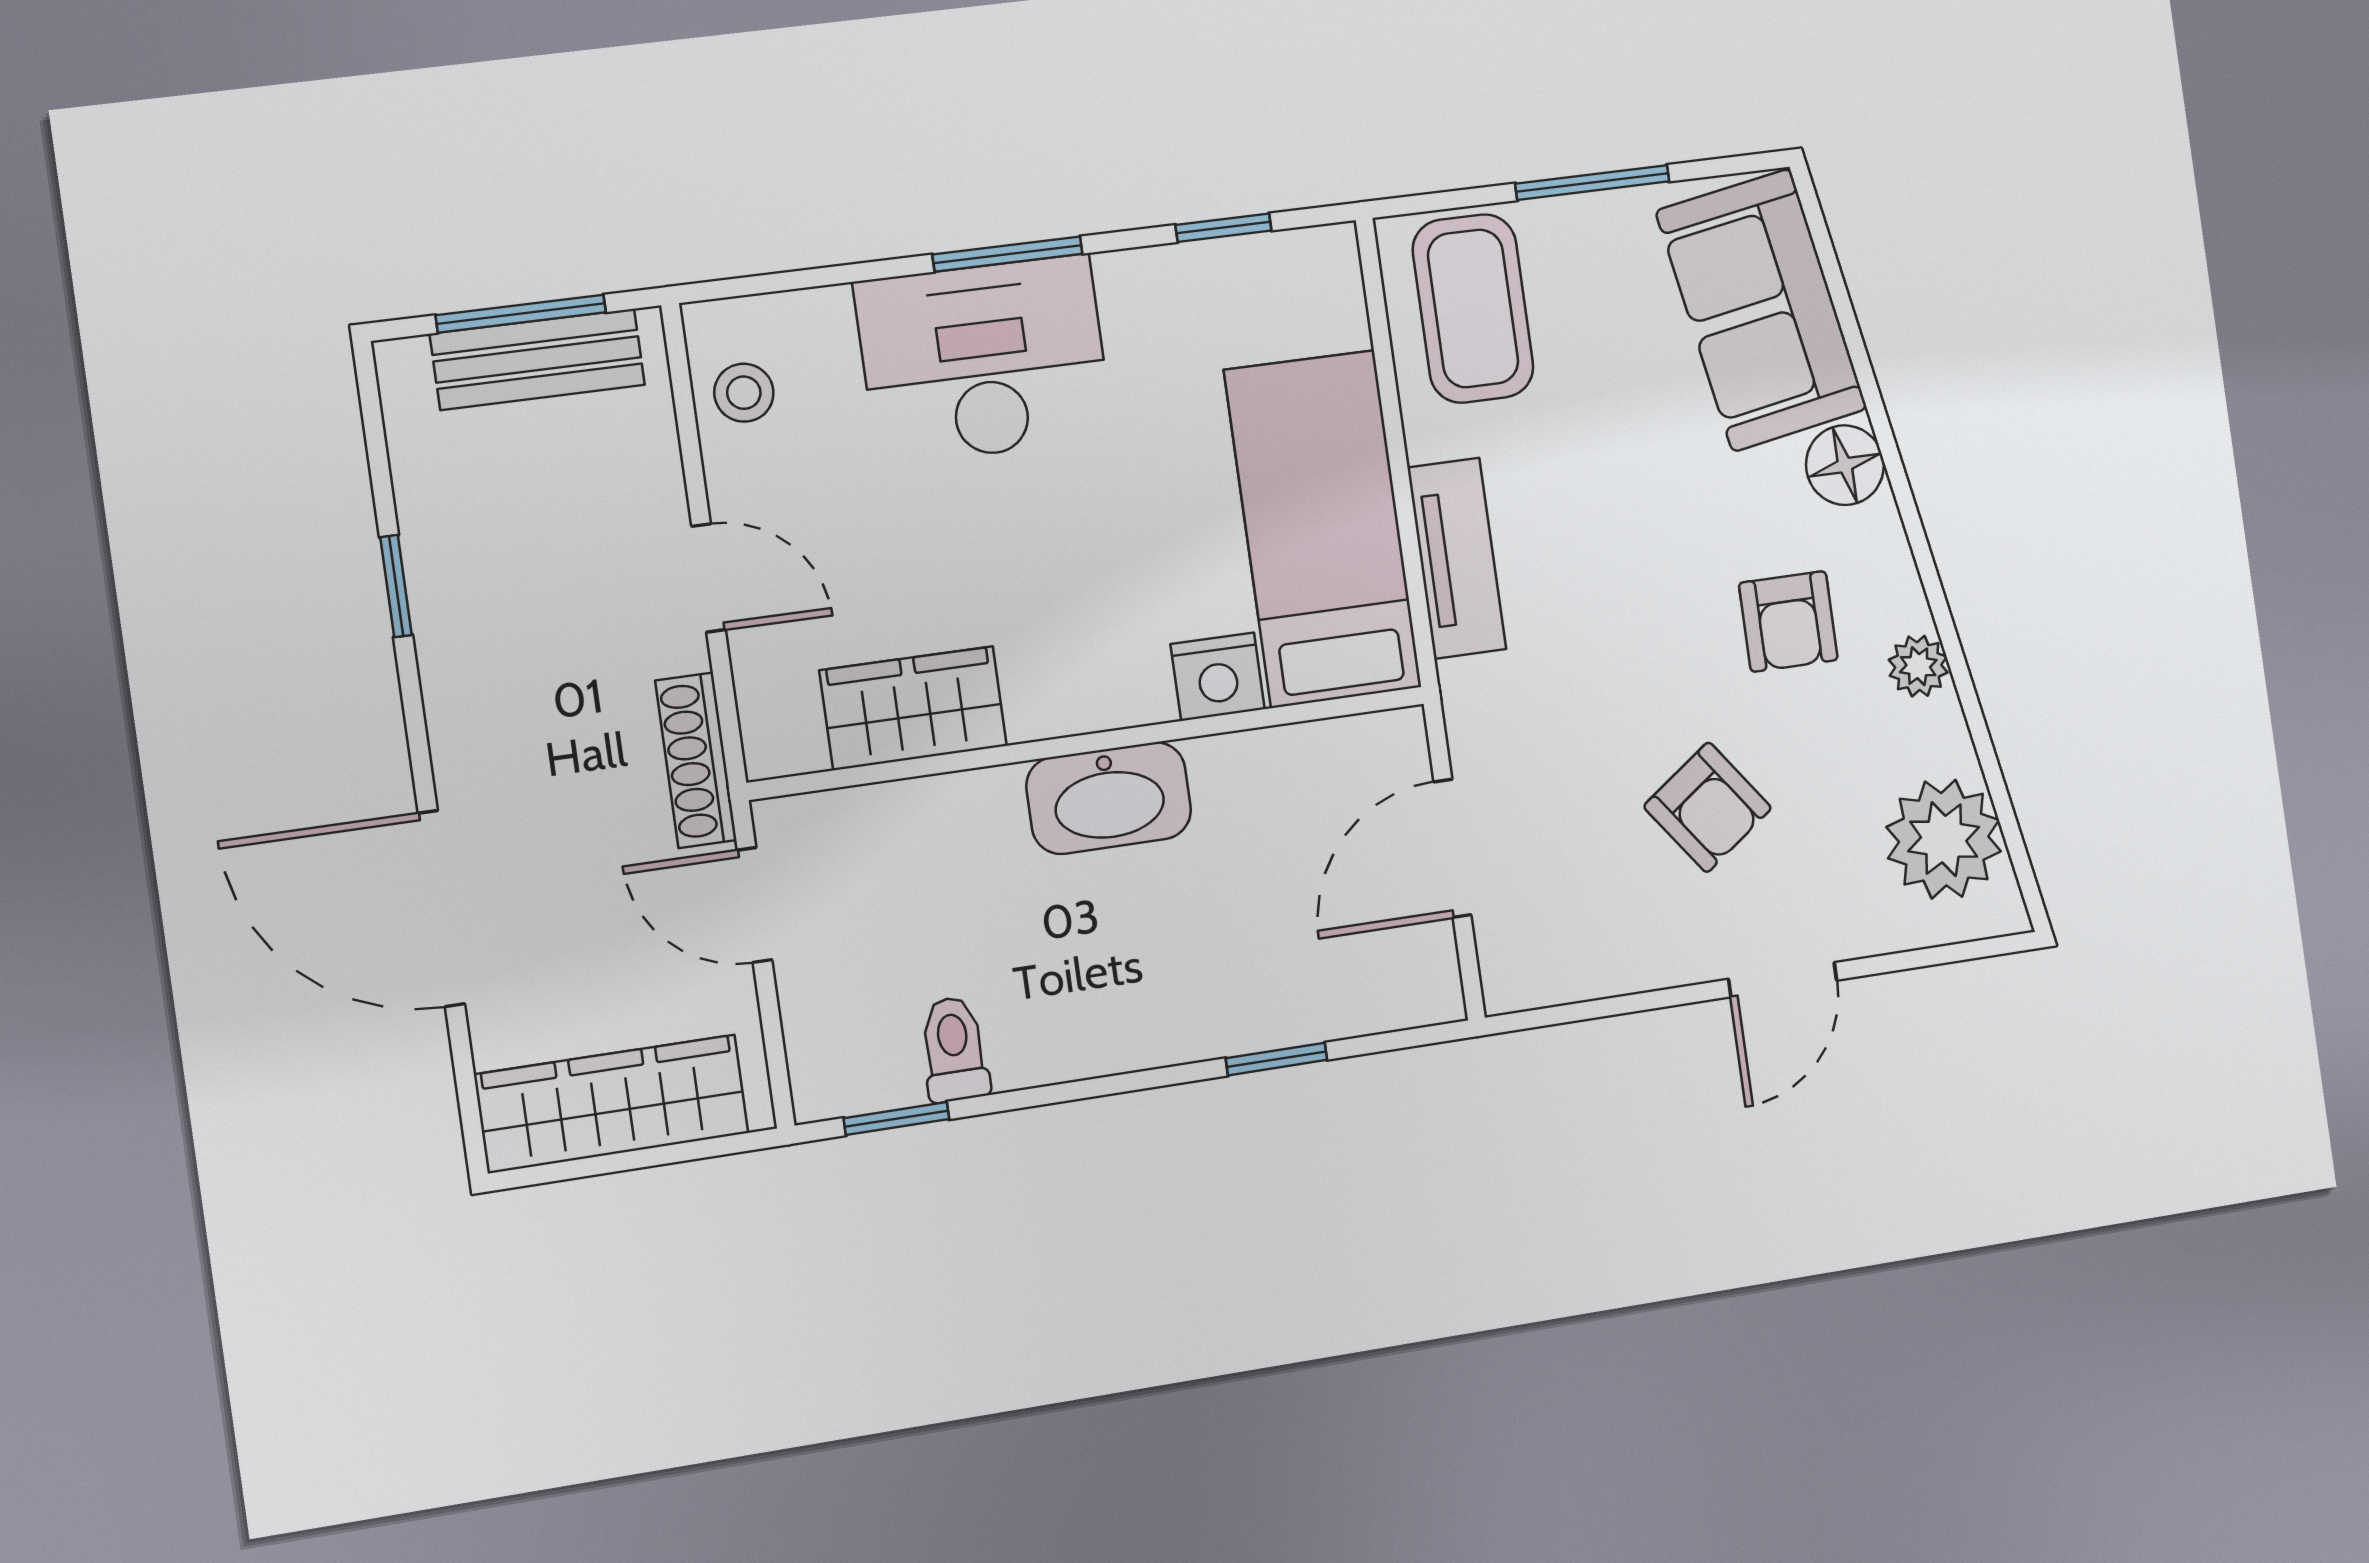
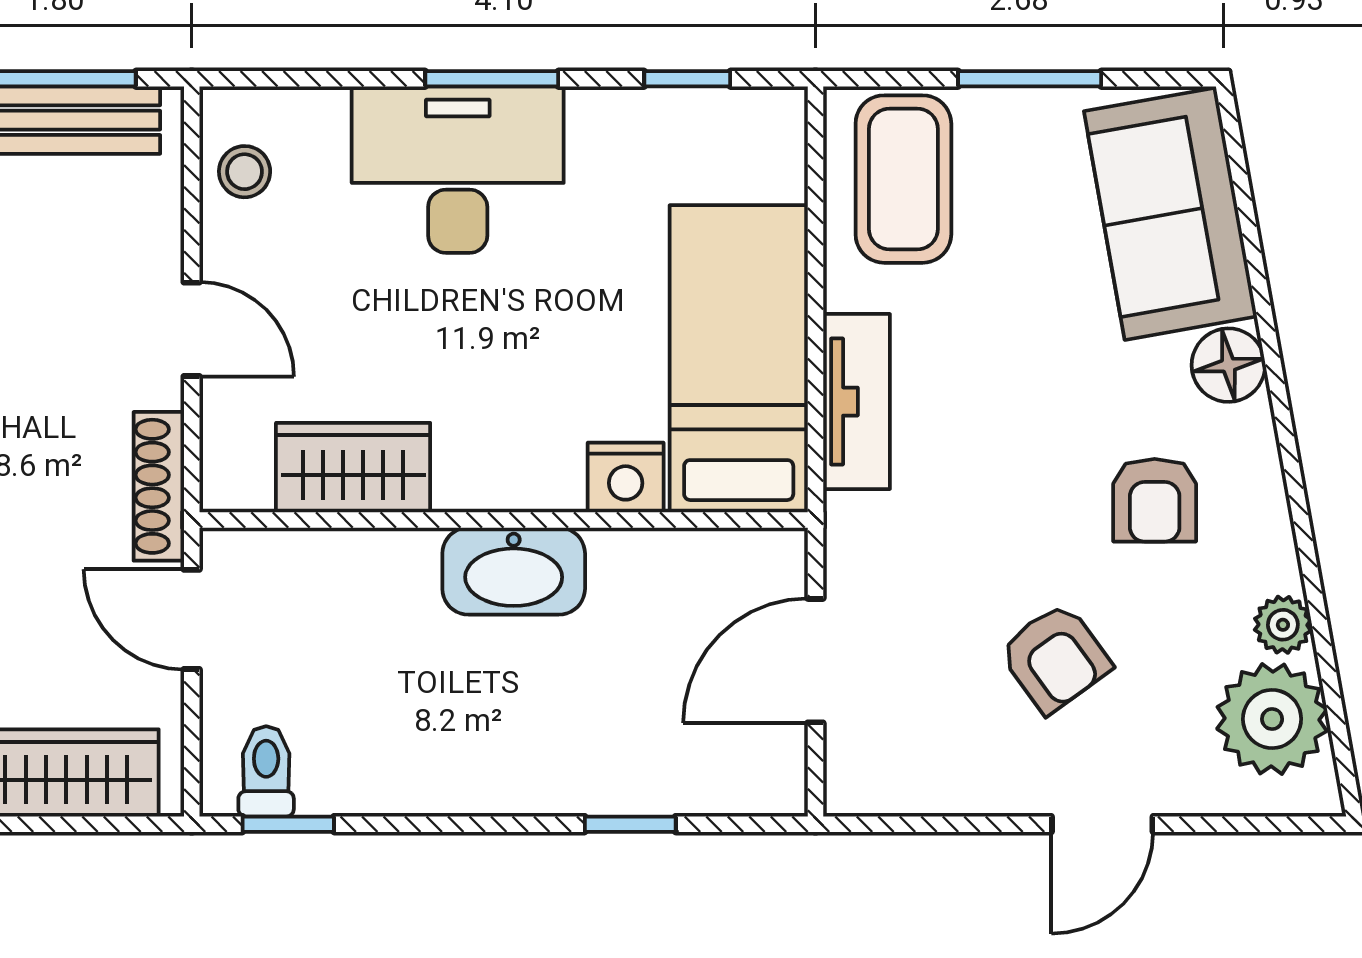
plant: (1918, 666) -> (1283, 625), moved
toilet: (954, 1049) -> (266, 771), moved

